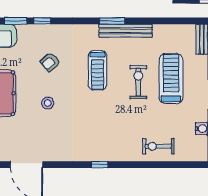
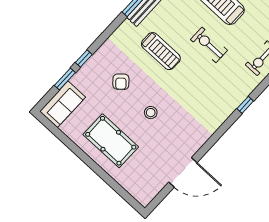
exercise bike: (138, 82) -> (209, 45), moved
window: (99, 165) -> (245, 105), moved

